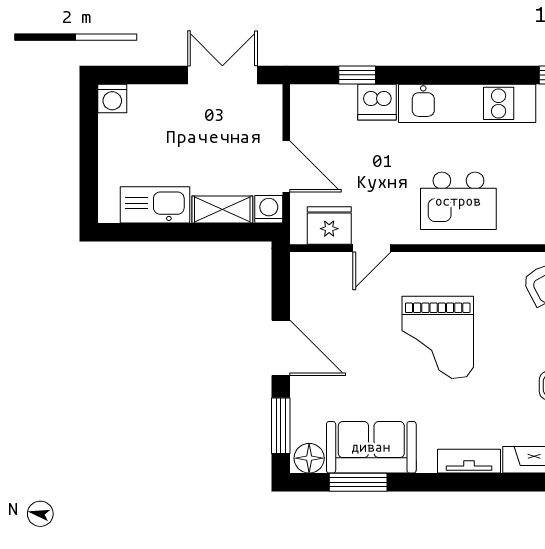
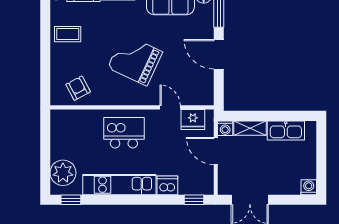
window: (357, 75) -> (194, 200), moved
door: (372, 248) -> (170, 107), hinge flipped
grand piano: (438, 337) -> (135, 60), turned -65

